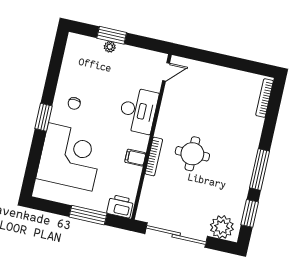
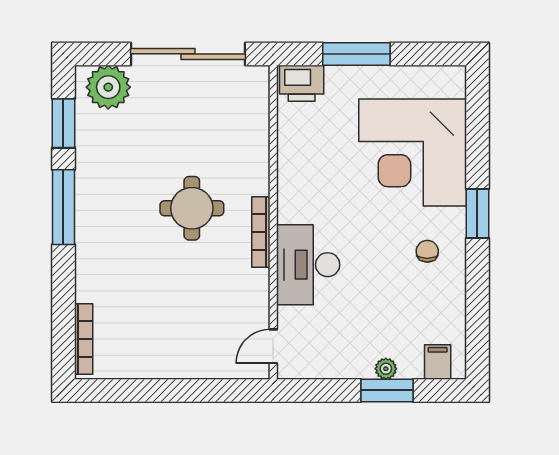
bookcase: (154, 157) -> (261, 232), moved
filing cabinet: (135, 158) -> (438, 362), moved, turned -90

